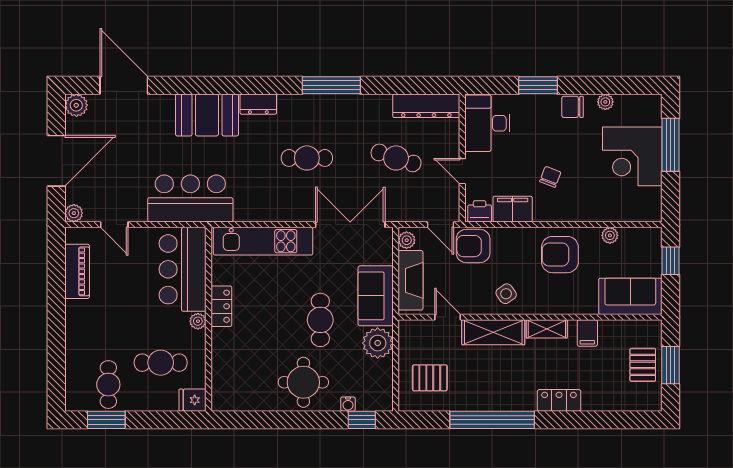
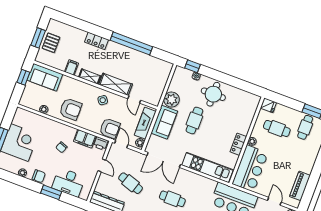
desk: (487, 123) -> (69, 182), moved, turned 90
window: (670, 261) -> (23, 77), moved
pallet: (430, 378) -> (153, 74), removed

